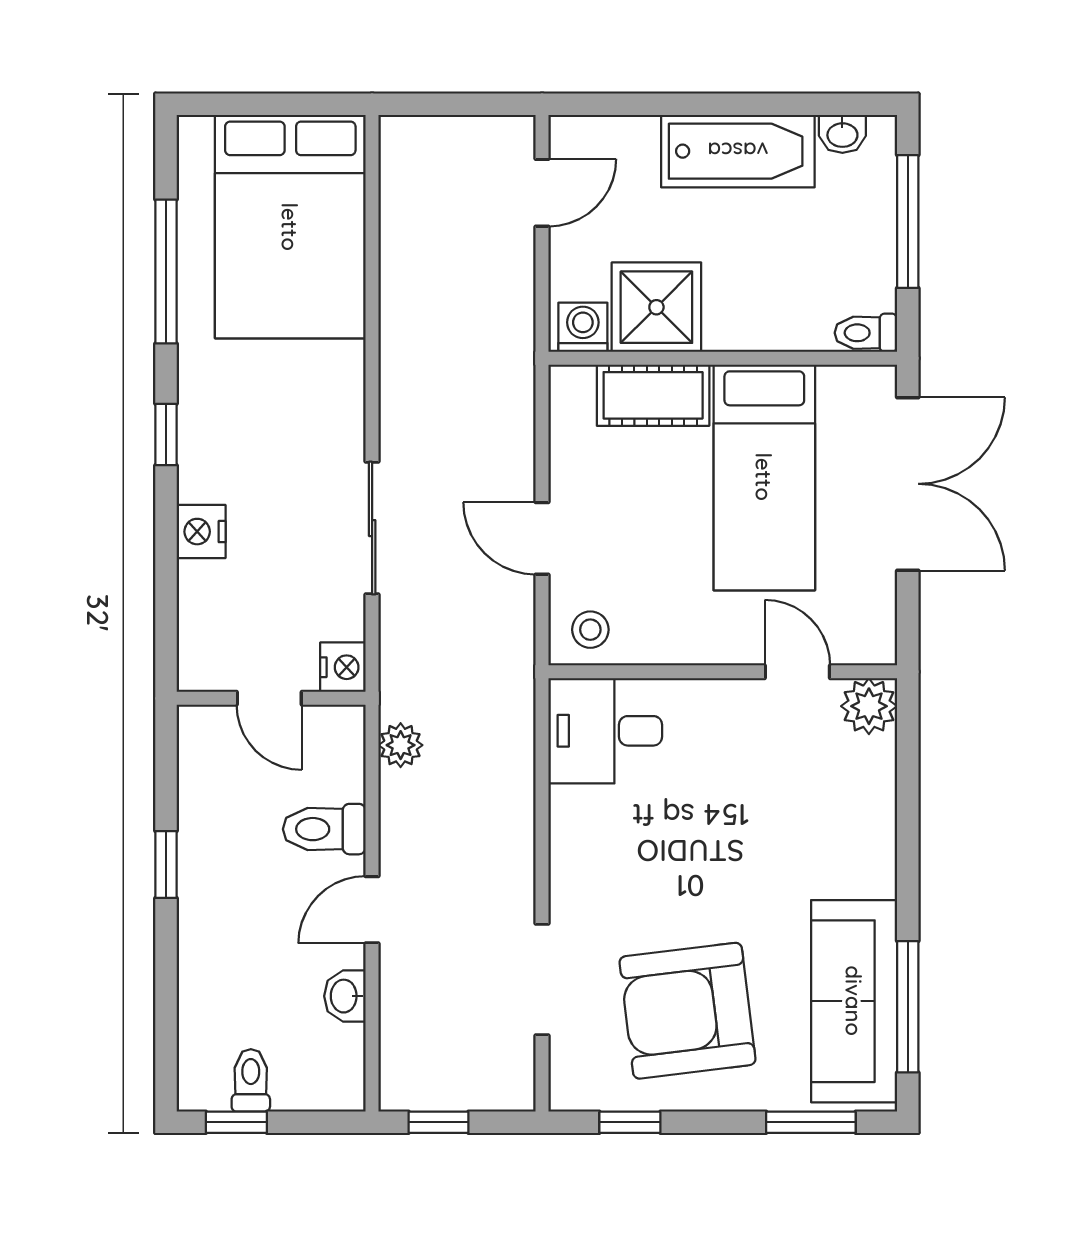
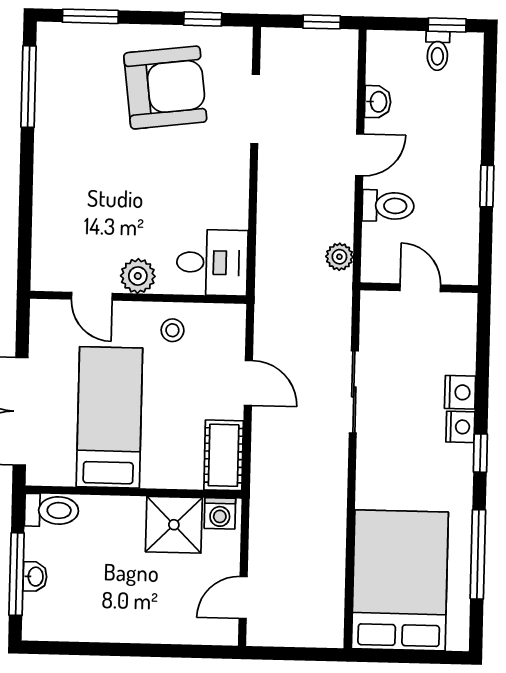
washbasin: (842, 134) -> (35, 577), moved, turned 90
bathtub: (738, 151) -> (121, 620), removed
toilet: (866, 333) -> (52, 510), width x1.37, depth x1.39
cot: (653, 395) -> (224, 455), moved, turned 90
stool: (590, 630) -> (172, 330), moved
nightstand: (343, 667) -> (460, 427), moved, turned 180
plant: (869, 706) -> (138, 276), moved
sofa: (854, 1001) -> (62, 91), removed

